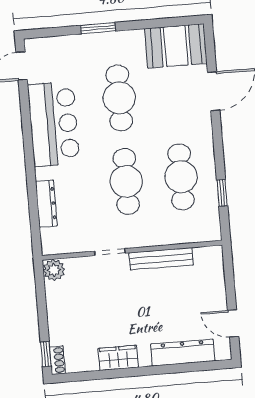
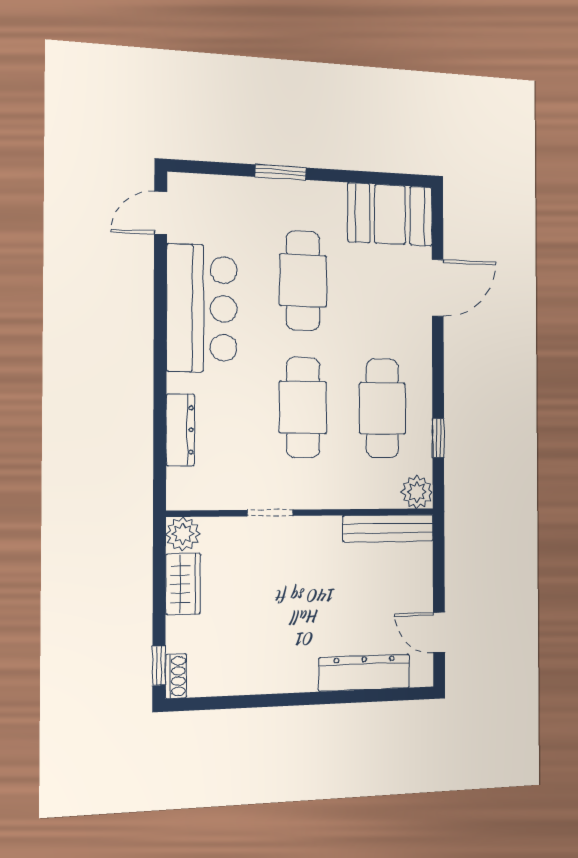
plant: (210, 230) -> (417, 492), added
bench: (161, 259) -> (388, 528), moved
wardrobe: (118, 358) -> (183, 584), moved, turned 90

